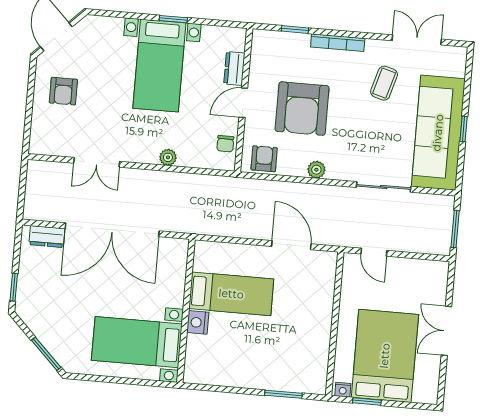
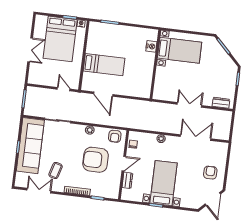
double door: (417, 40) -> (39, 191), swing flipped
armchair: (302, 109) -> (96, 160), turned -90
double door: (97, 162) -> (196, 138), width x1.37
double door: (112, 230) -> (189, 105), width x0.54
bed: (231, 294) -> (104, 65), moved, turned 180
nightstand: (198, 322) -> (151, 46), moved

